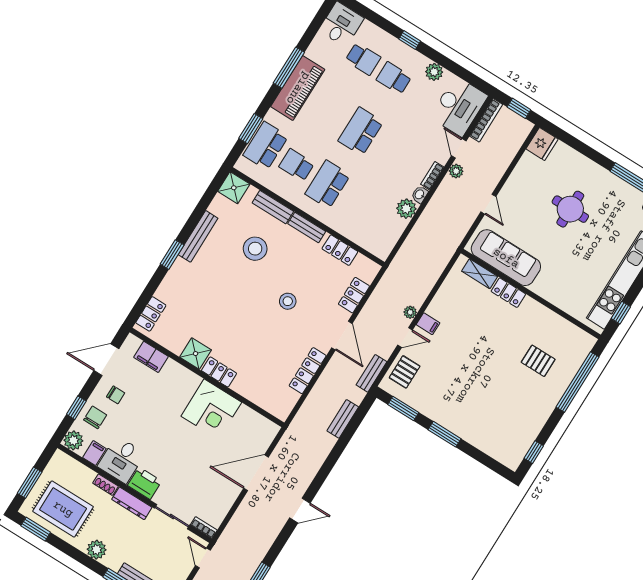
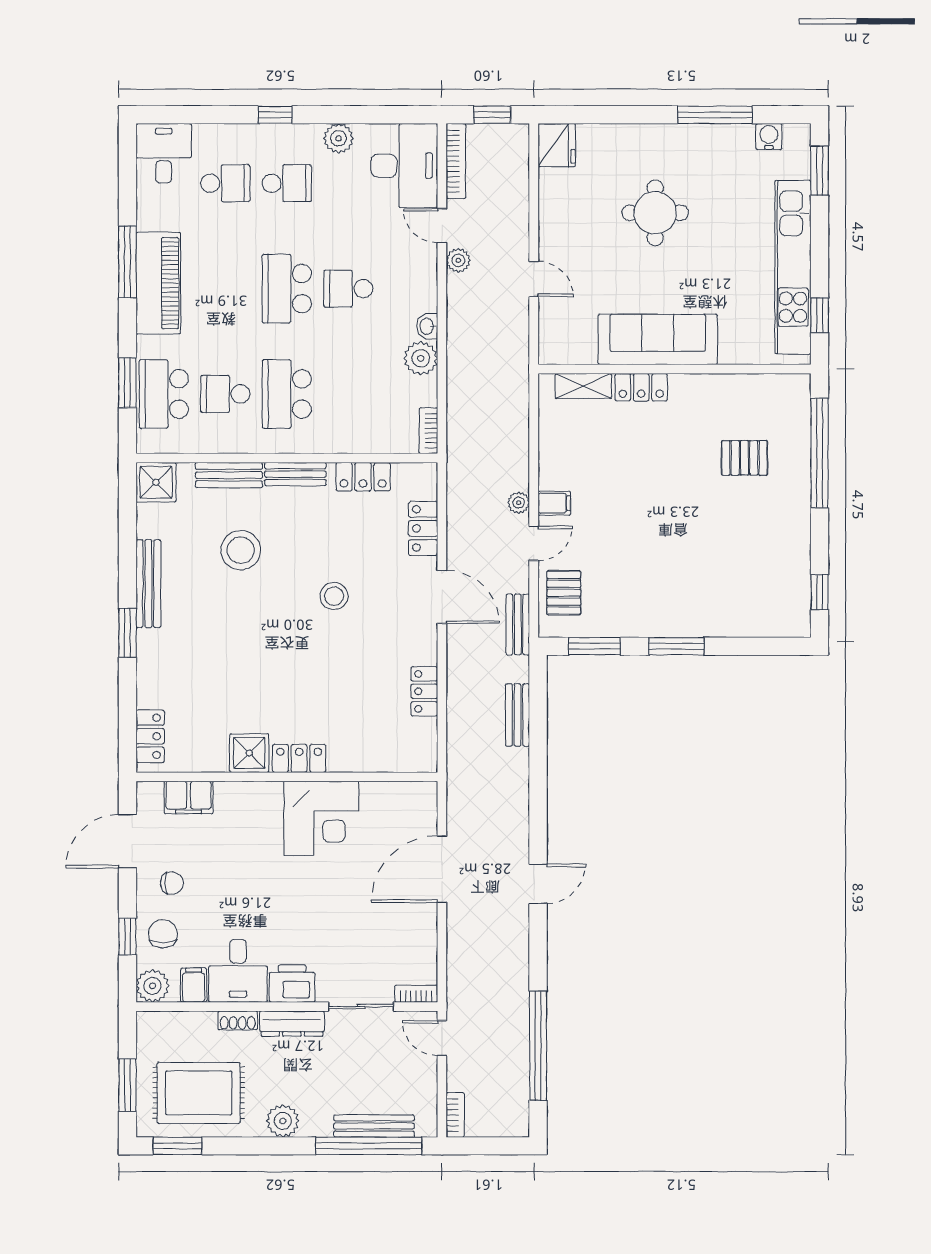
school desk: (394, 78) -> (287, 183), turned 180
school desk: (392, 151) -> (348, 289), added
bookcase: (432, 176) -> (428, 431), moved
sofa: (506, 258) -> (658, 339), moved
locker: (308, 371) -> (424, 691), width x0.66

